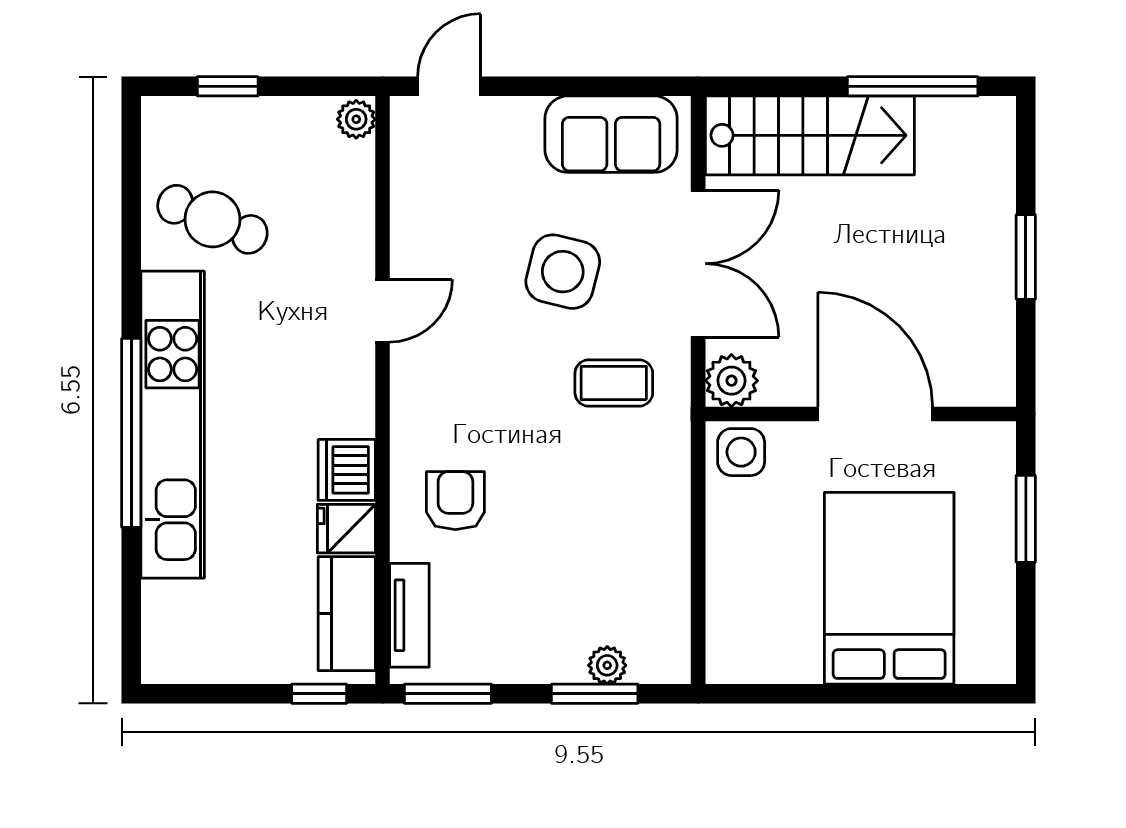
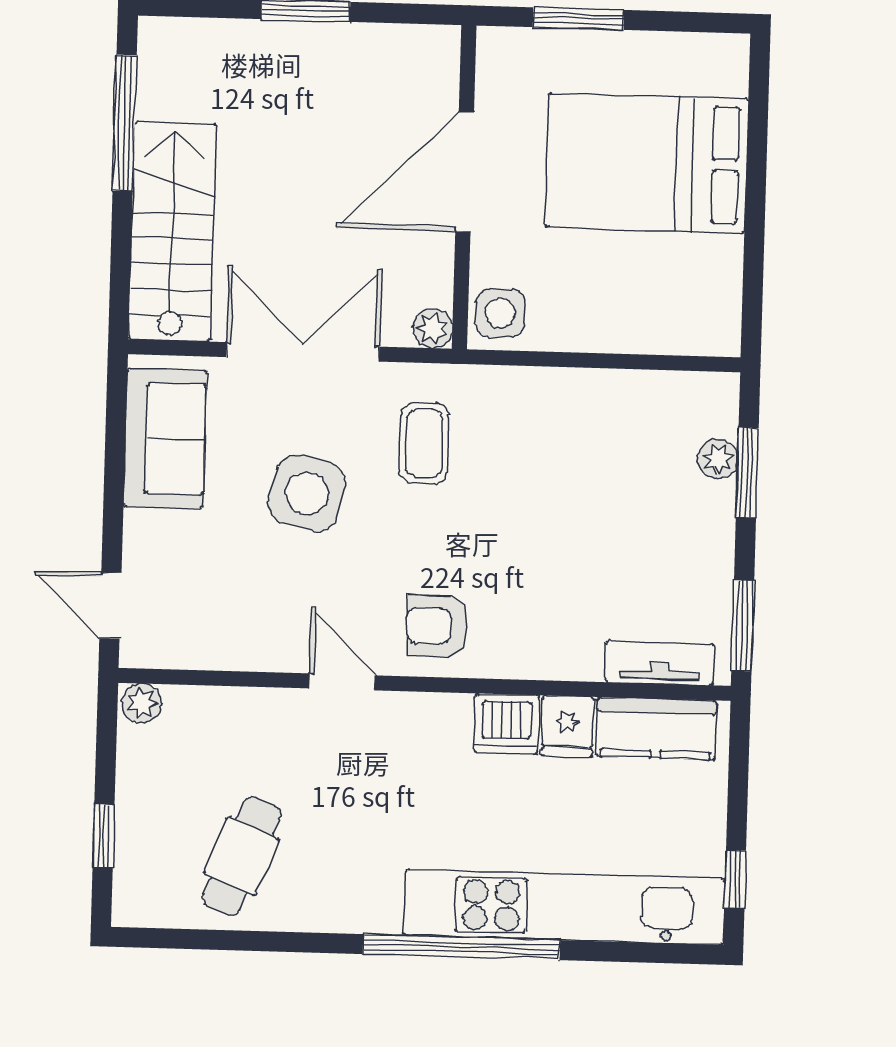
plant: (731, 381) -> (433, 328), width x0.73, depth x0.73
kitchen unit: (173, 425) -> (565, 907), moved
armchair: (455, 501) -> (437, 626), moved
window: (319, 694) -> (735, 879), moved

